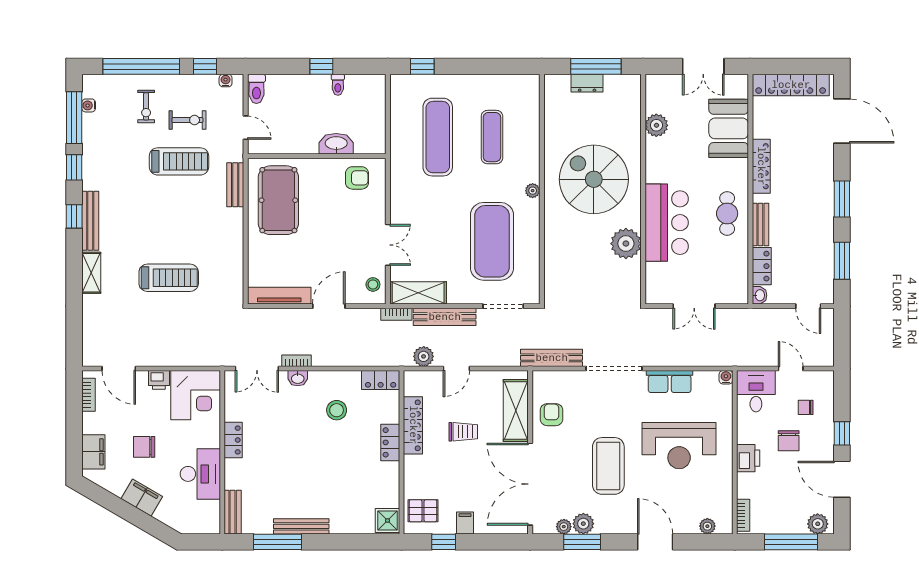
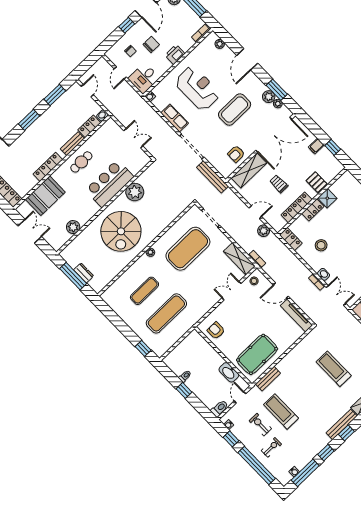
washbasin: (336, 144) -> (229, 372), moved
bench: (445, 317) -> (239, 238), removed
pallet: (423, 511) -> (317, 182), moved
shower: (387, 520) -> (327, 198), moved

